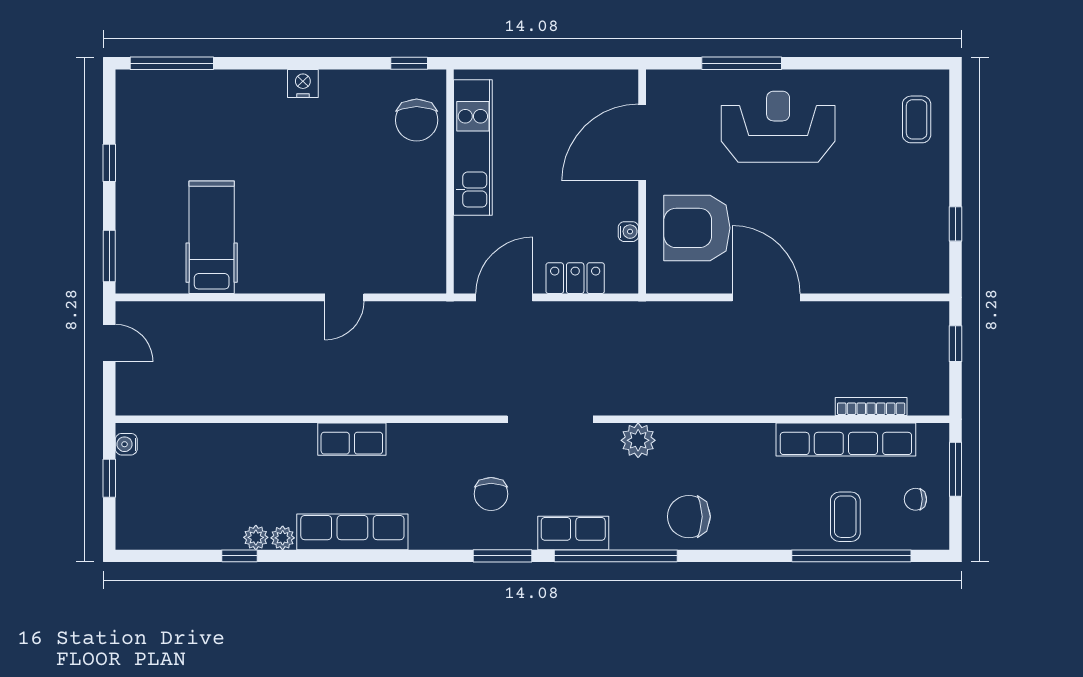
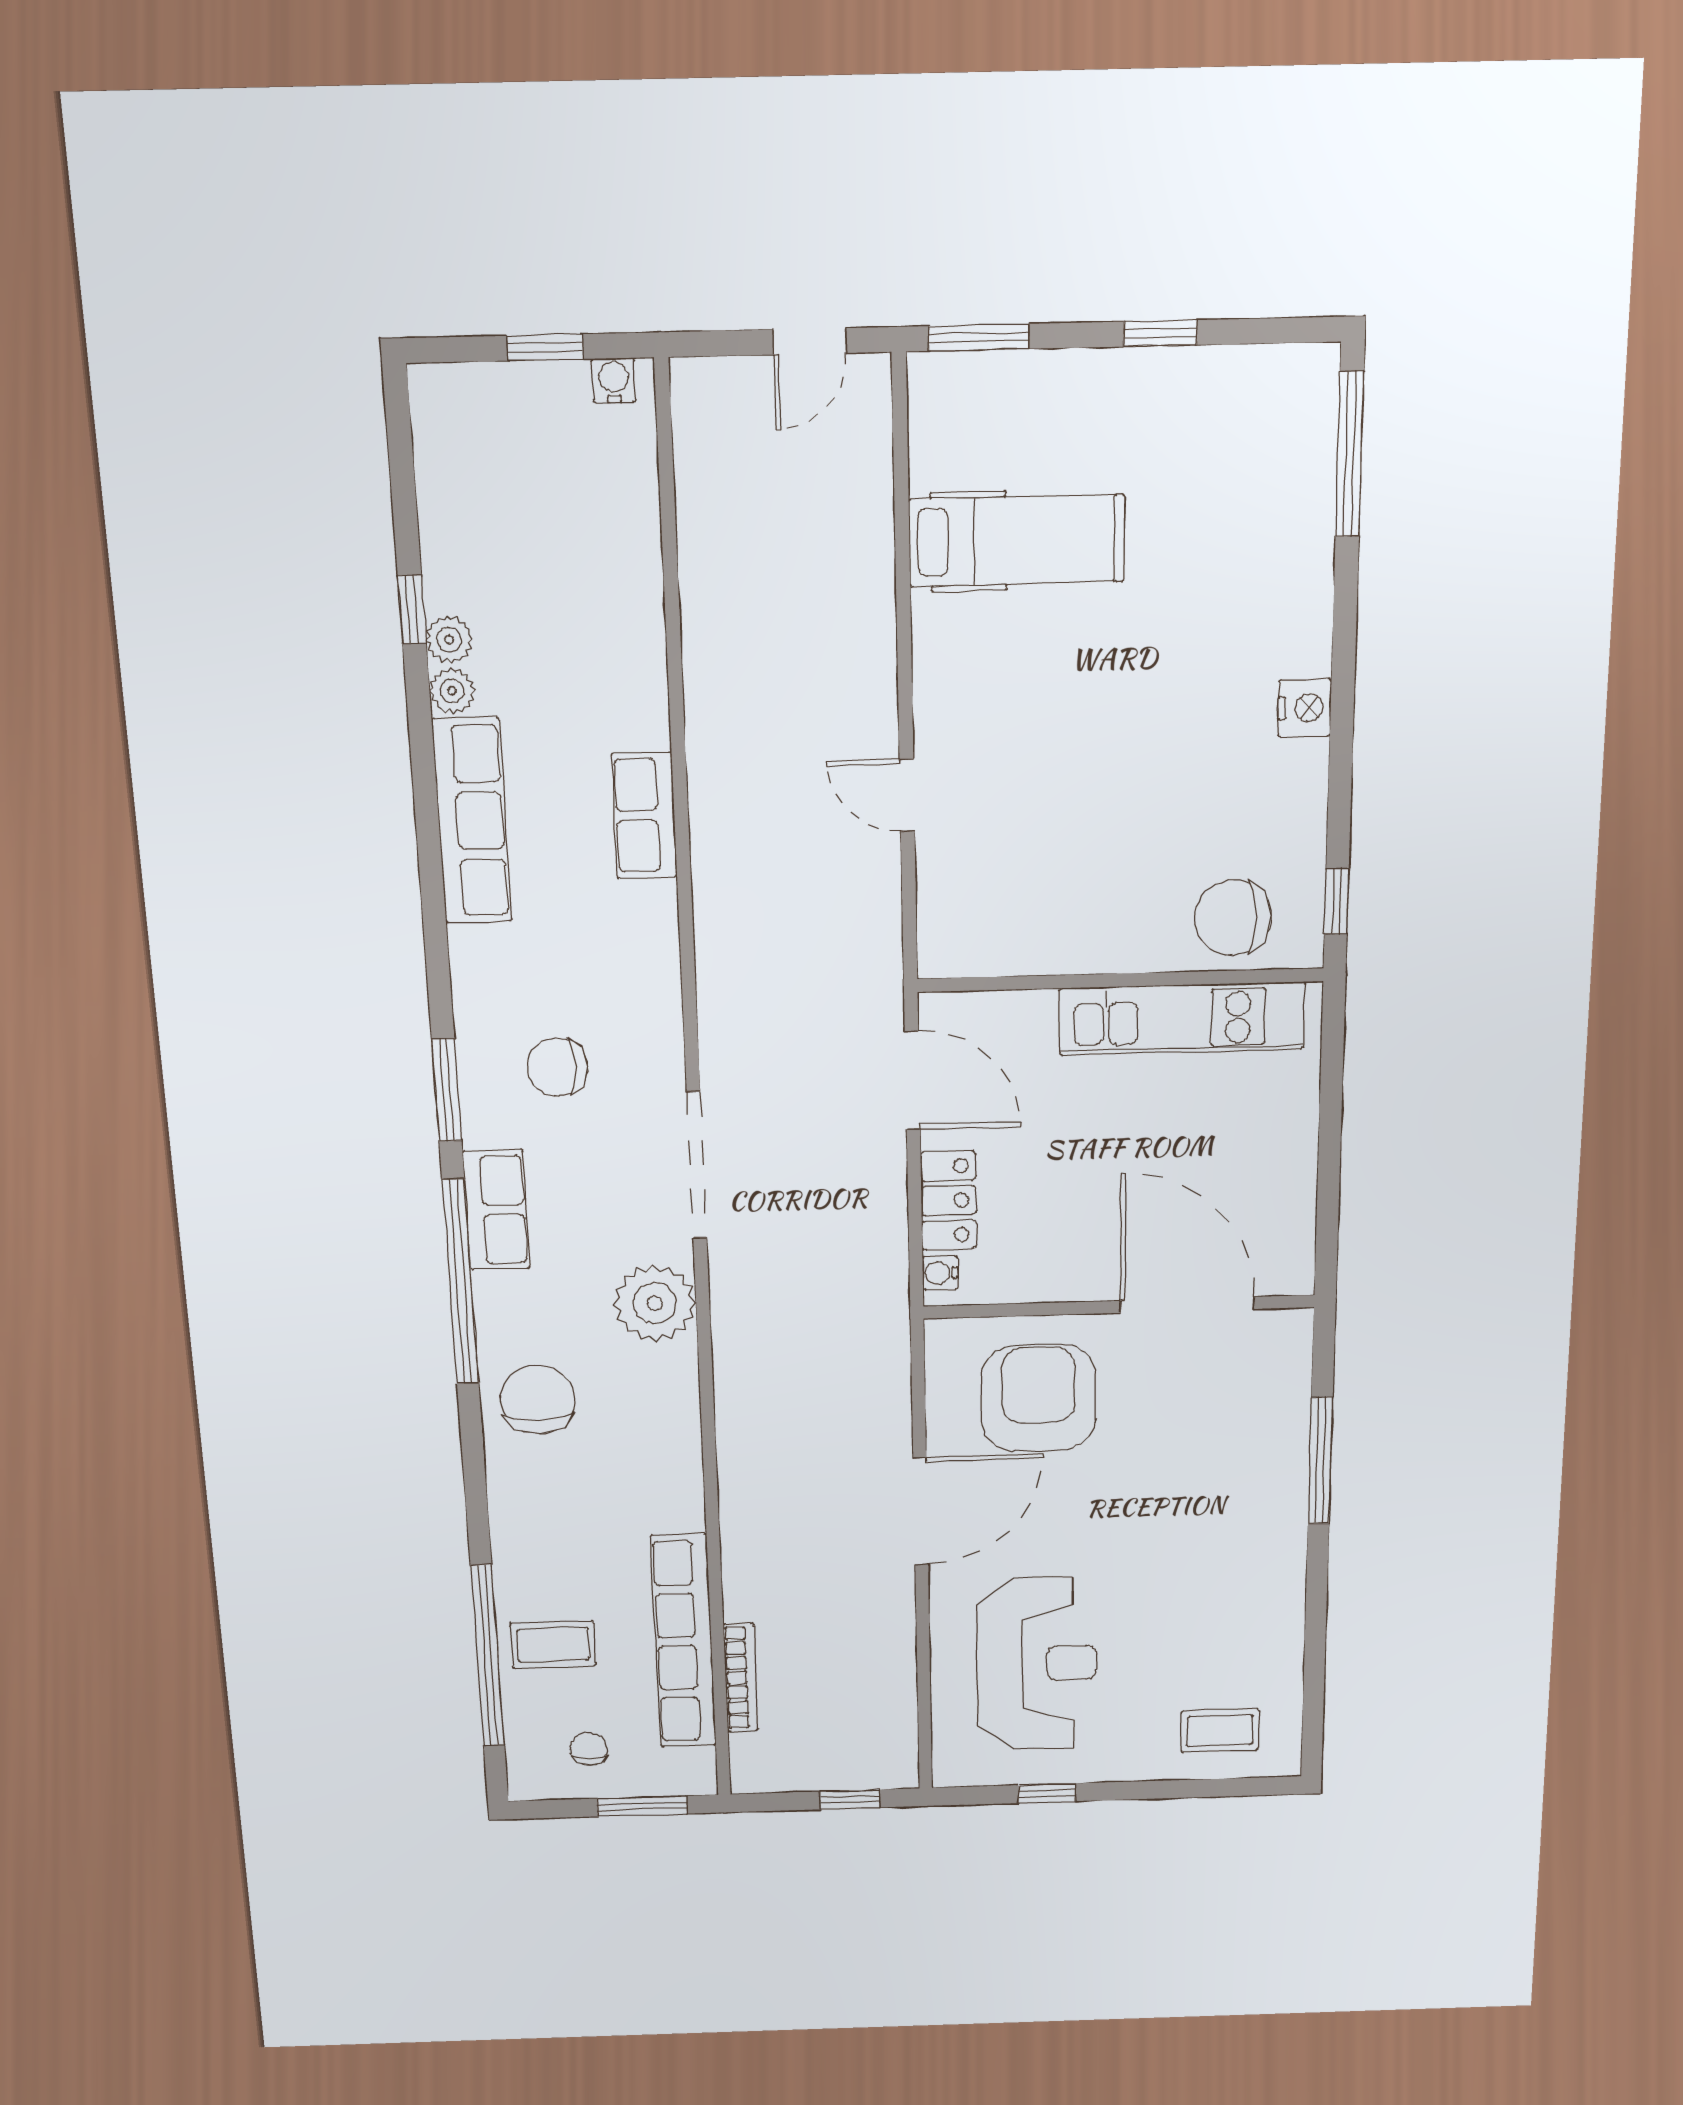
reception desk: (778, 127) -> (1037, 1664), moved
water cooler: (628, 232) -> (940, 1273), moved, turned 90
plant: (638, 440) -> (655, 1303), width x1.36, depth x1.36

